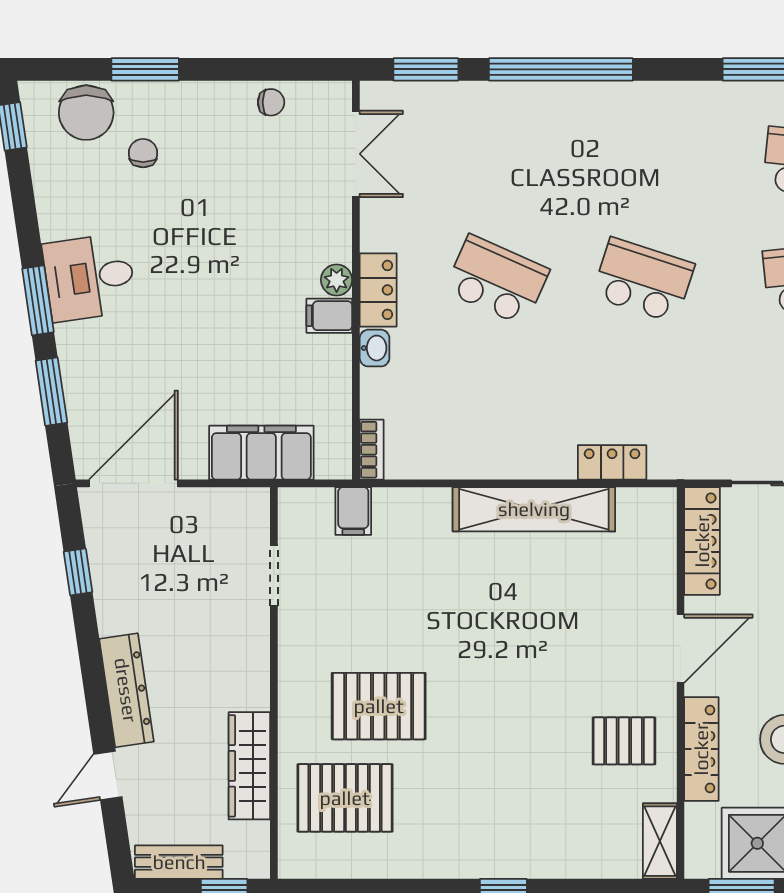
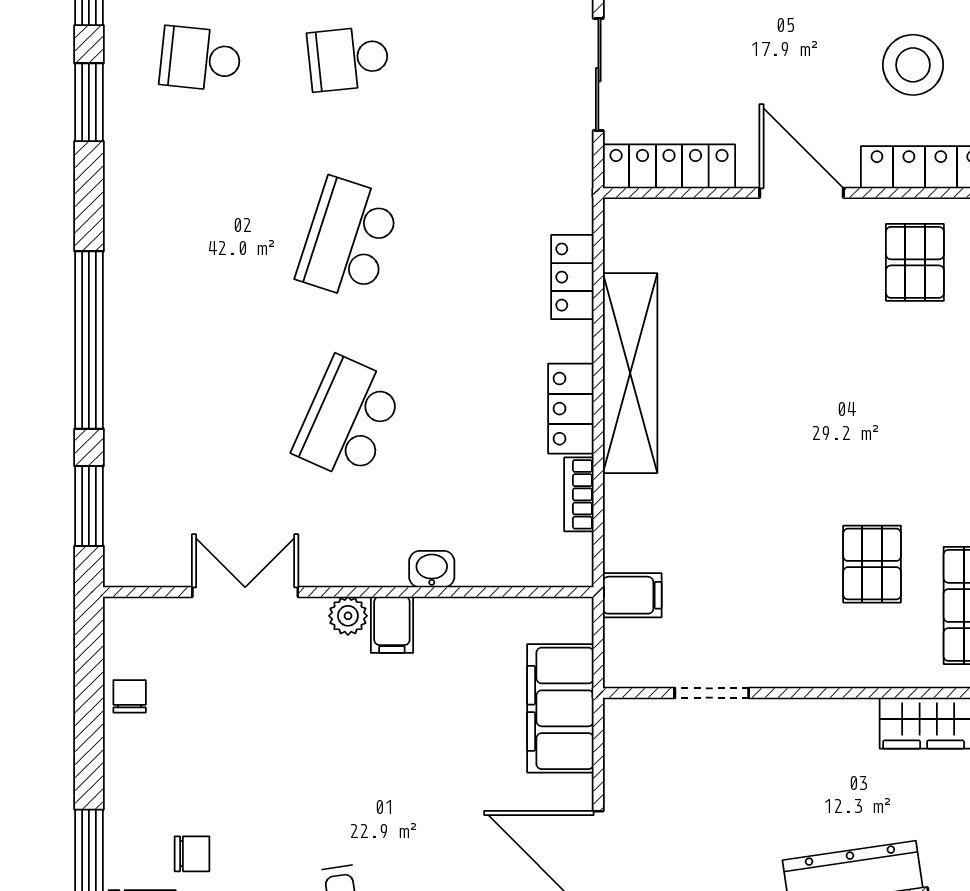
chair: (143, 153) -> (192, 854), turned 180
double door: (356, 154) -> (245, 592), moved
locker: (378, 290) -> (571, 409), moved, turned -90
bookcase: (372, 450) -> (579, 494), moved, turned -90
pallet: (379, 706) -> (872, 564), width x0.67, depth x0.71

